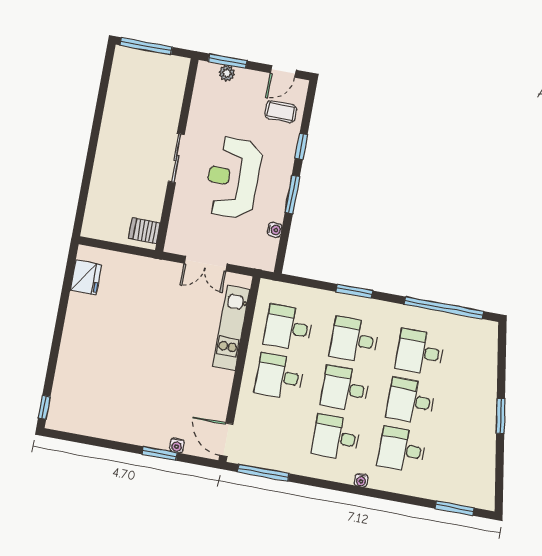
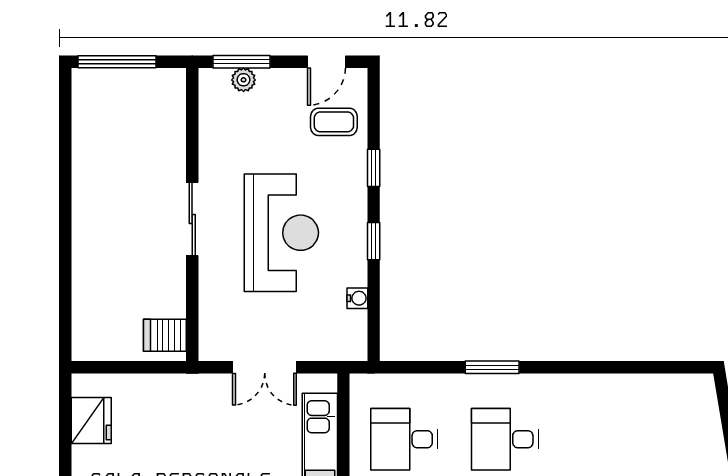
reception desk: (233, 178) -> (281, 233), turned 180
window: (292, 194) -> (374, 241), width x0.67
window: (444, 308) -> (628, 367), removed
desk: (420, 352) -> (605, 439), removed

